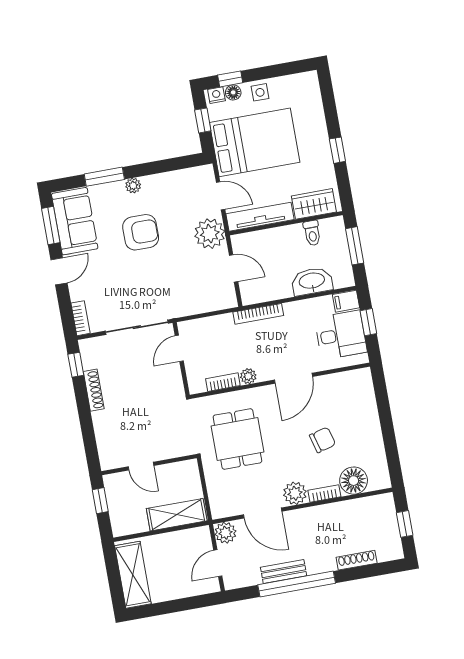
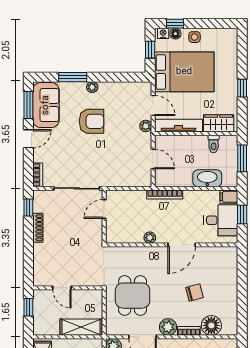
plant: (210, 234) -> (146, 126), width x0.53, depth x0.53
bookcase: (223, 382) -> (131, 239), removed
dining table: (237, 439) -> (133, 296), moved

